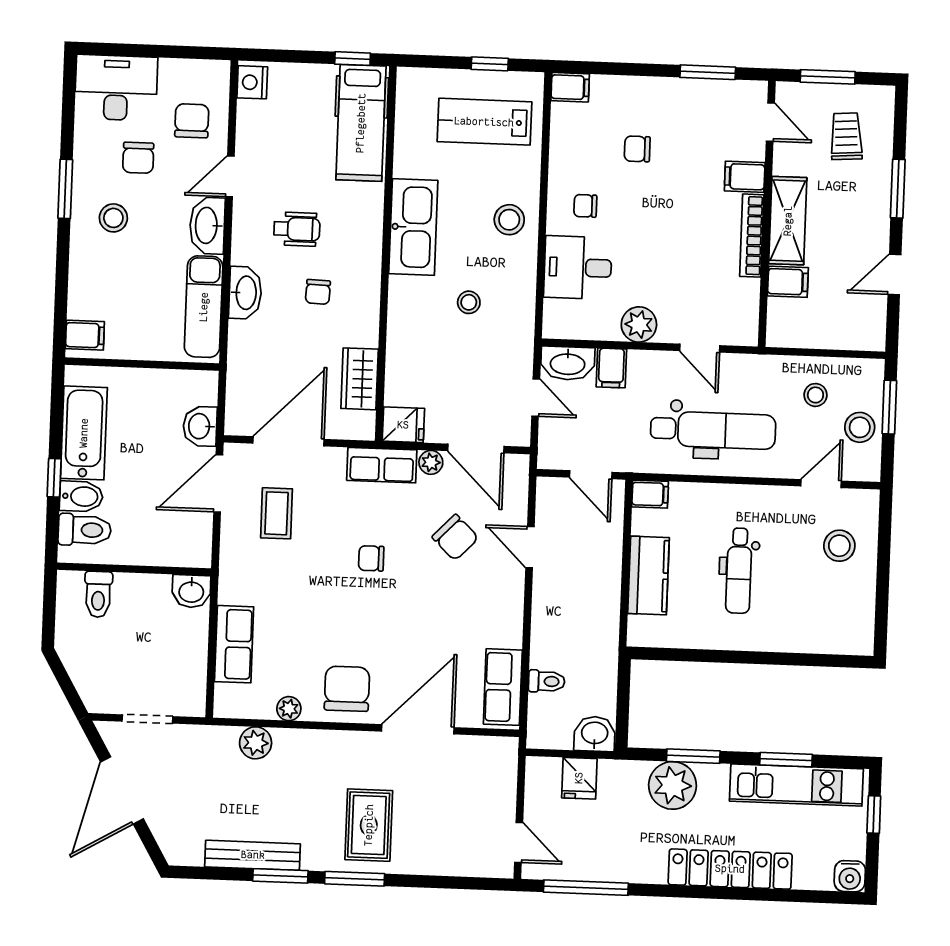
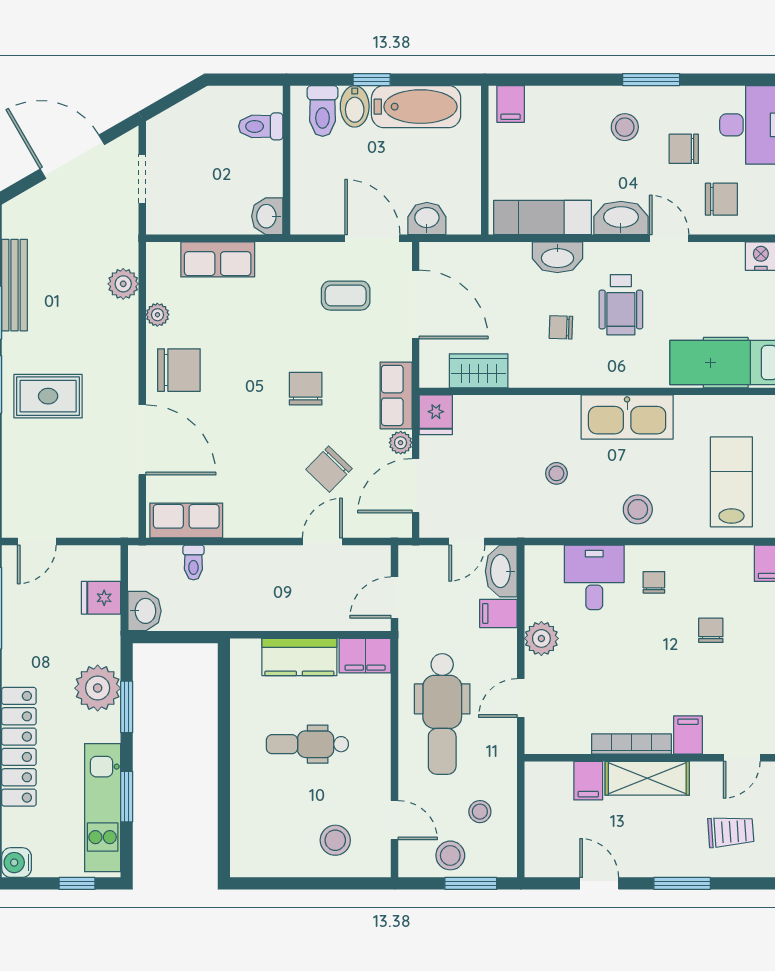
wheelchair: (297, 229) -> (621, 305), width x1.36, depth x1.37
filing cabinet: (650, 494) -> (365, 656), width x2.00
chair: (371, 558) -> (306, 389), width x1.37, depth x1.37

